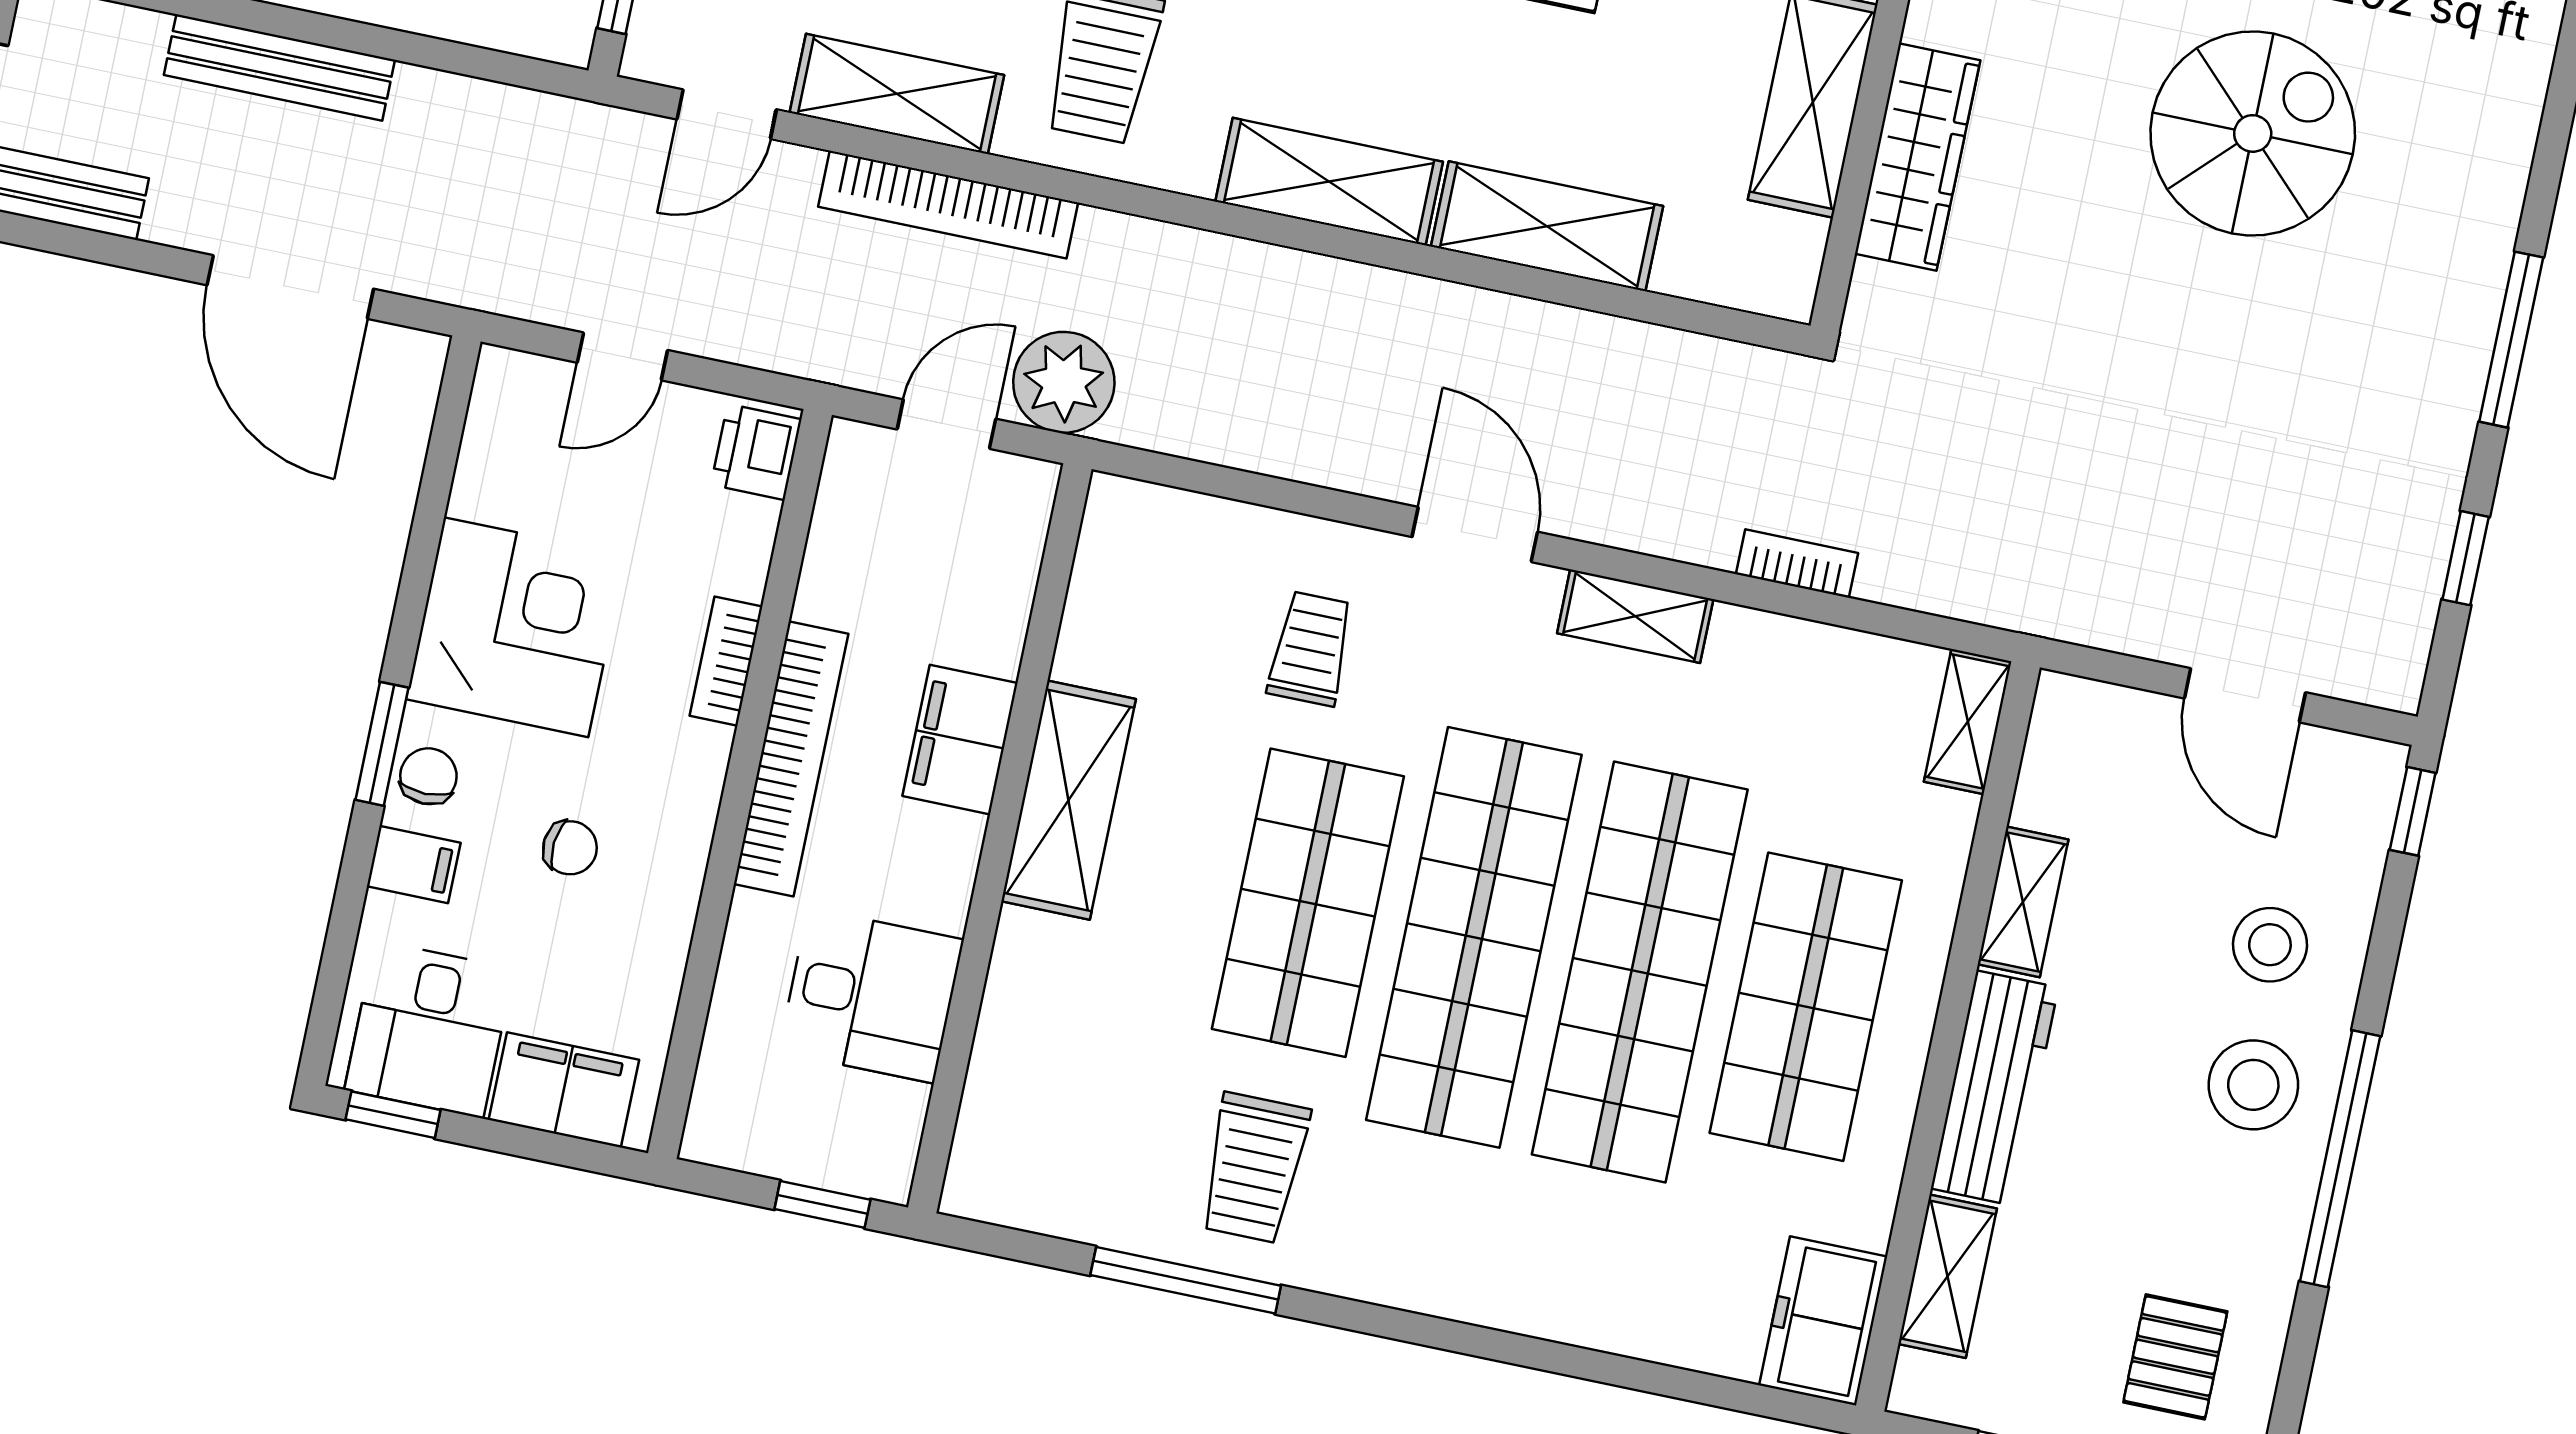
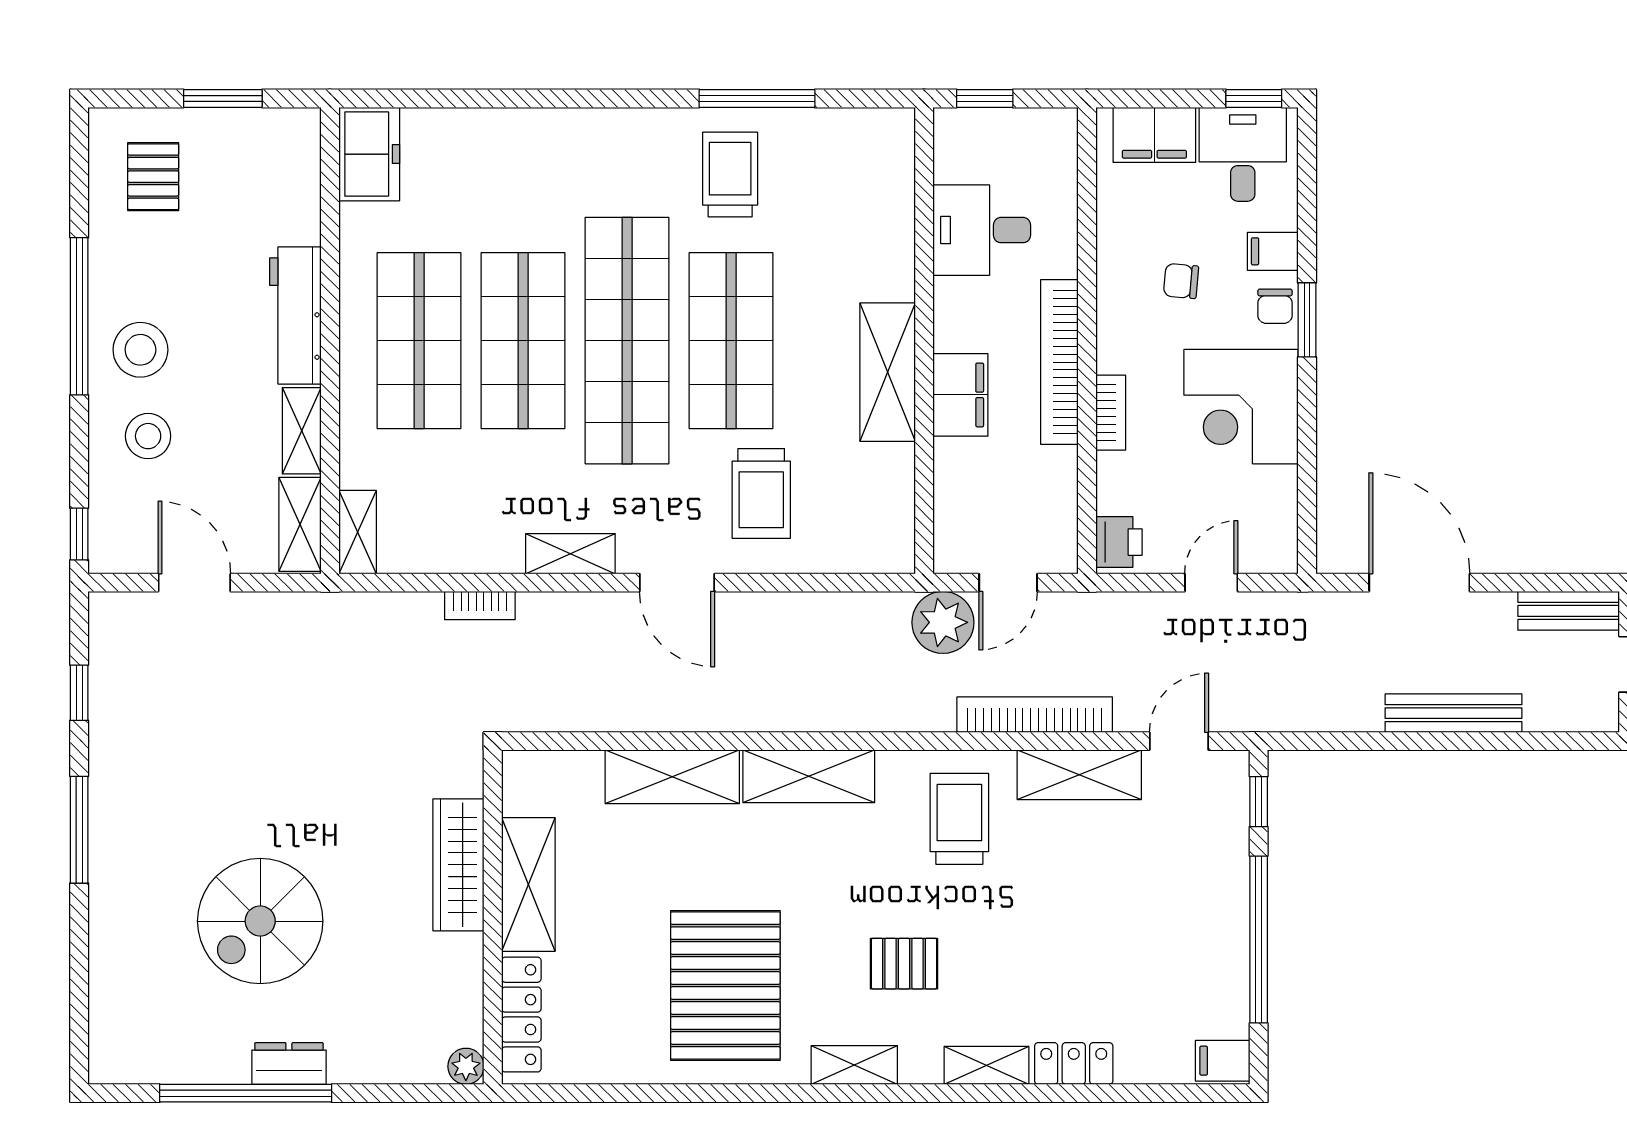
trolley: (1311, 649) -> (761, 493), width x1.36, depth x1.39
shop shelf: (1640, 972) -> (523, 341), width x0.71
shelving: (1948, 1276) -> (300, 524), moved

